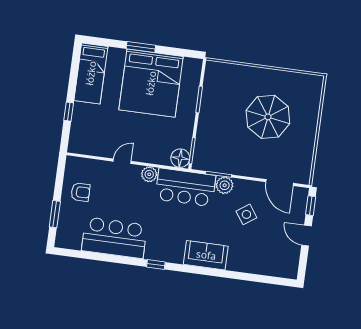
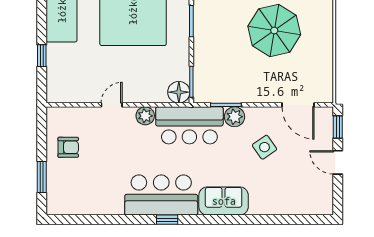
bar counter: (114, 238) -> (161, 195), moved

